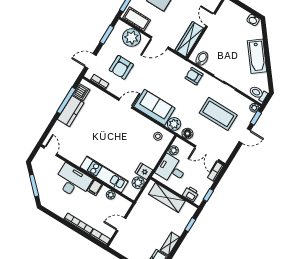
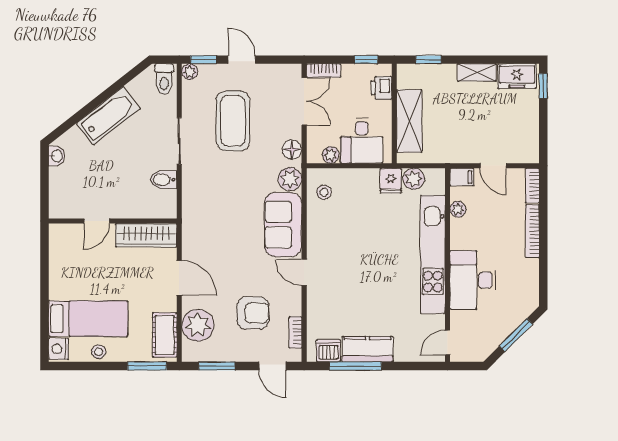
bidet: (202, 58) -> (164, 180), moved
armchair: (194, 76) -> (198, 194), removed
kitchen unit: (104, 174) -> (433, 254), width x1.36
filing cabinet: (95, 188) -> (462, 177), moved

